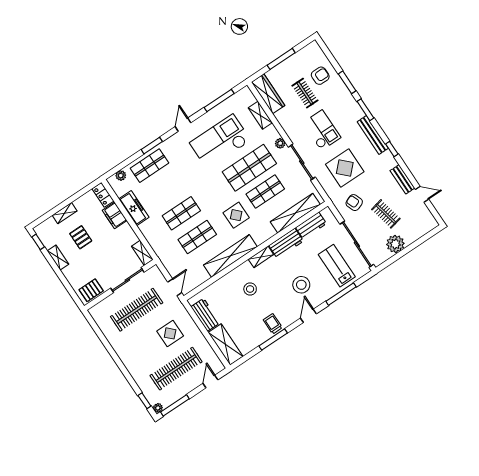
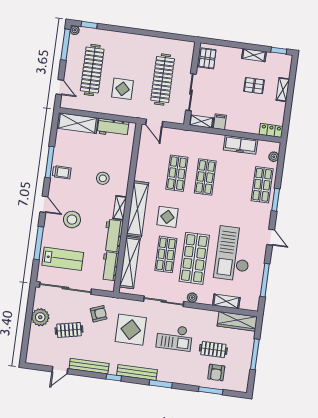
window: (347, 82) -> (211, 391), moved
checkout: (220, 142) -> (233, 254), turned 180
bench: (402, 179) -> (89, 366), width x1.36
filing cabinet: (115, 215) -> (220, 122), moved, width x0.50
shelving: (230, 256) -> (138, 209), moved

